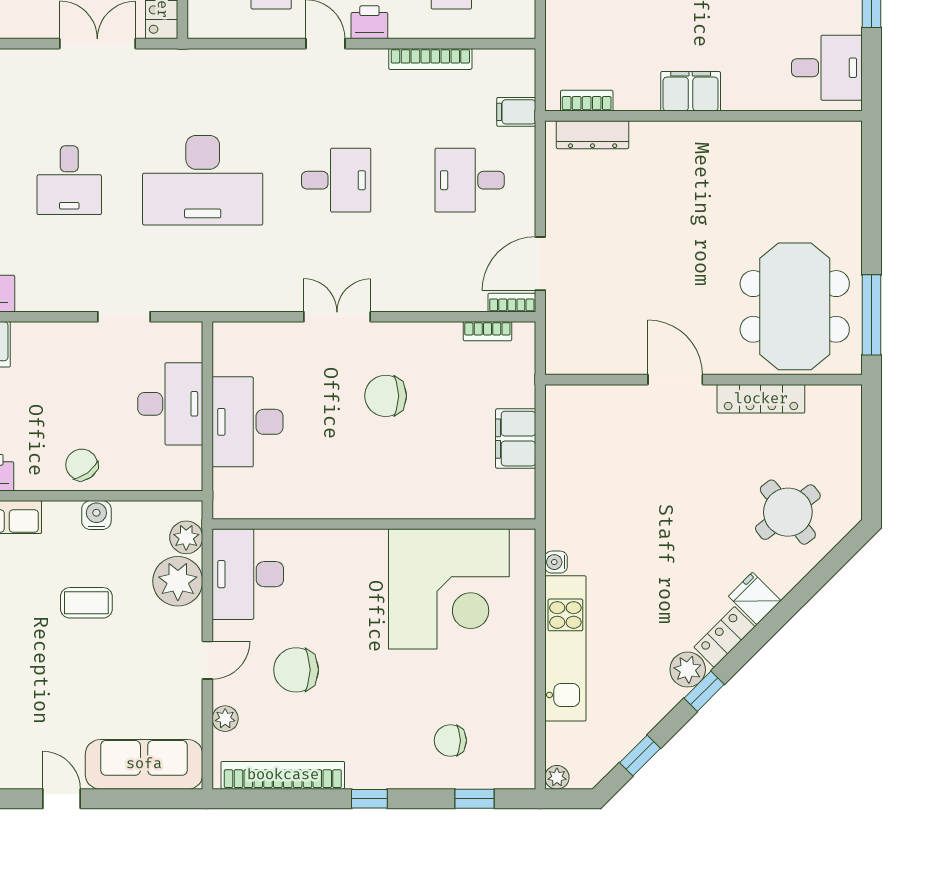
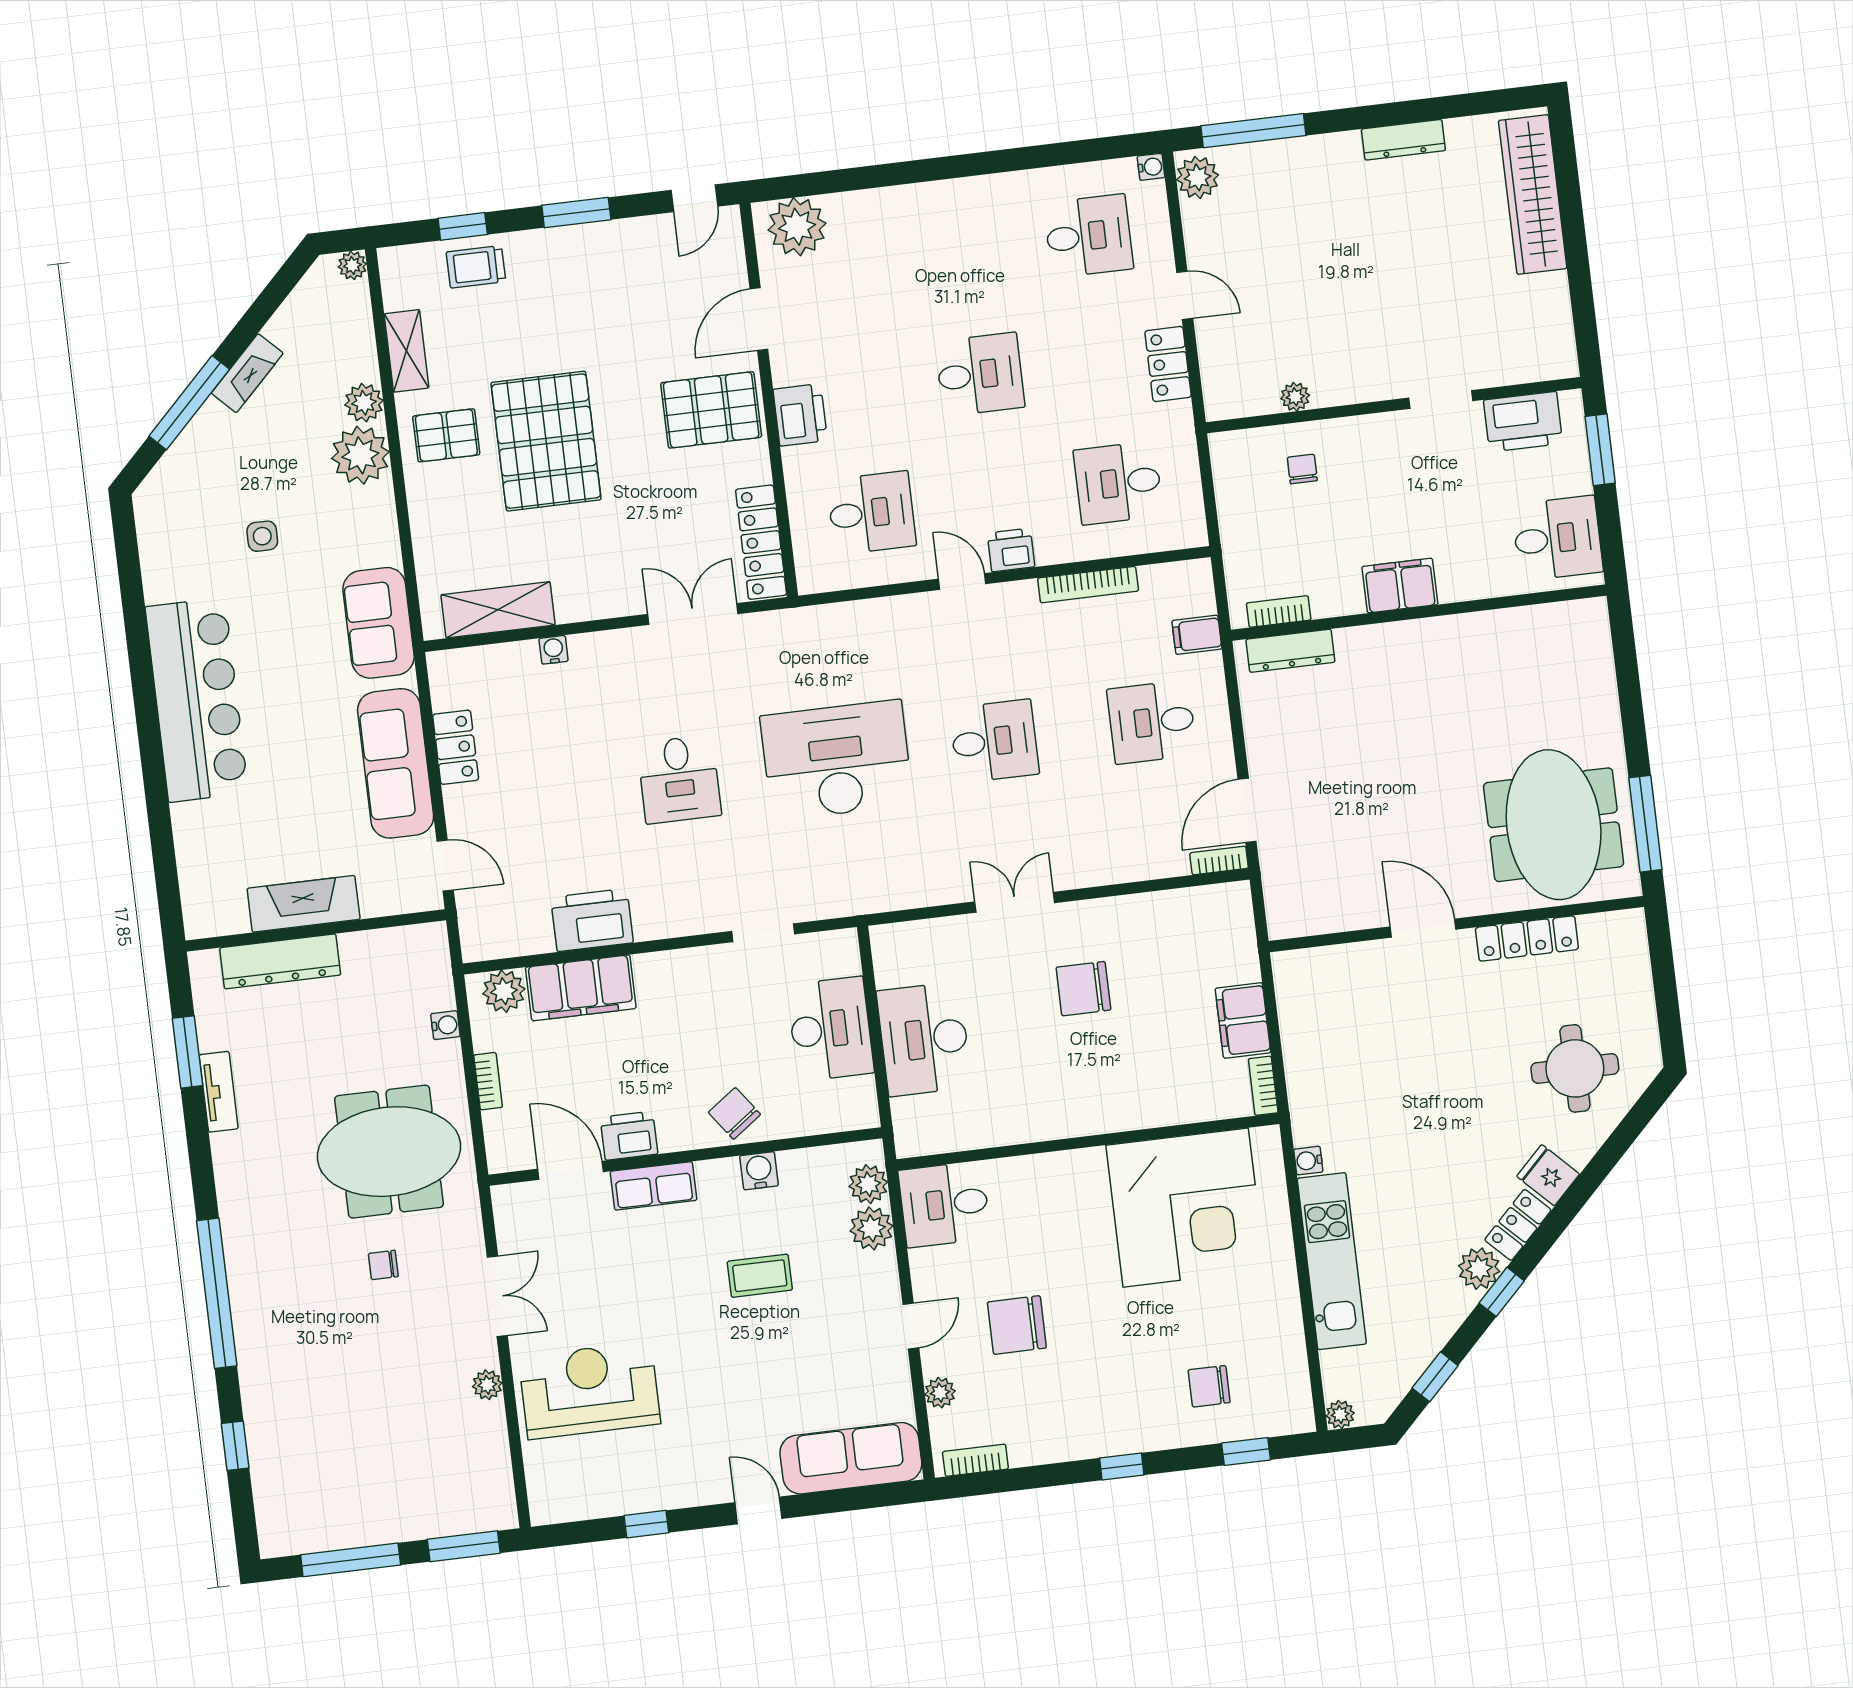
desk: (203, 180) -> (837, 760), turned 180
bookcase: (487, 331) -> (1263, 1086), moved, turned 90
round table: (788, 512) -> (1575, 1068), turned 38
desk: (248, 574) -> (944, 1204), width x0.73
plant: (178, 581) -> (871, 1228), width x0.73, depth x0.73
bookcase: (283, 775) -> (975, 1460), width x0.43, depth x0.76

